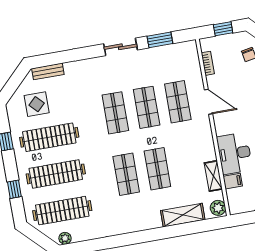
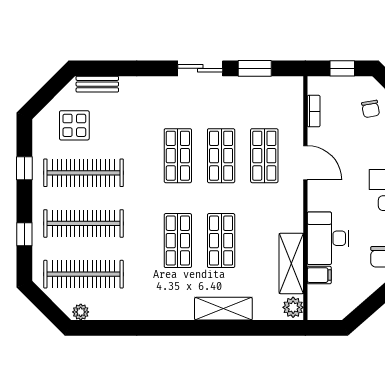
shelving: (213, 176) -> (291, 263), width x1.50, depth x1.33
shelving: (183, 215) -> (223, 309), moved

